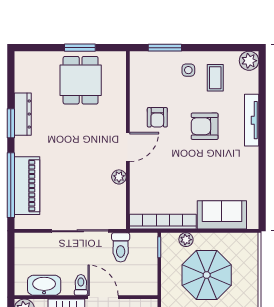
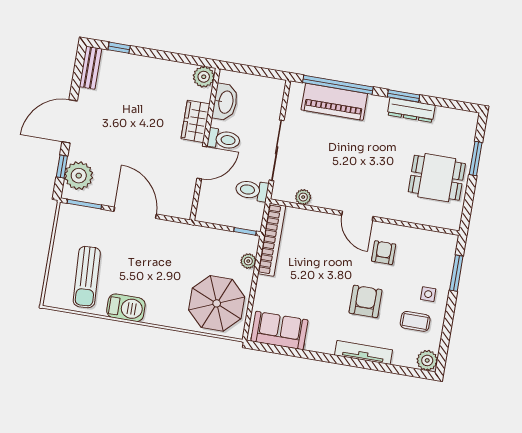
window: (80, 48) -> (476, 159), moved
armchair: (157, 117) -> (384, 253), turned 90
plant: (119, 177) -> (303, 197), moved
sofa: (222, 215) -> (279, 330), moved, turned -90
parasol: (207, 275) -> (217, 303), moved
toilet: (81, 285) -> (224, 139), width x1.37, depth x1.39

